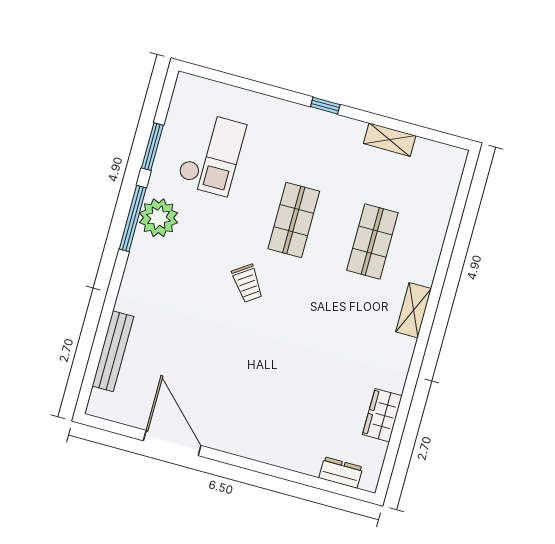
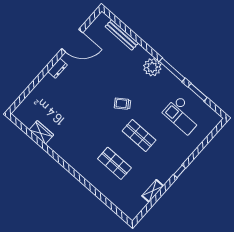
plant: (159, 218) -> (152, 67), moved
shelving: (413, 310) -> (78, 166), removed
dresser: (341, 472) -> (58, 68), moved

